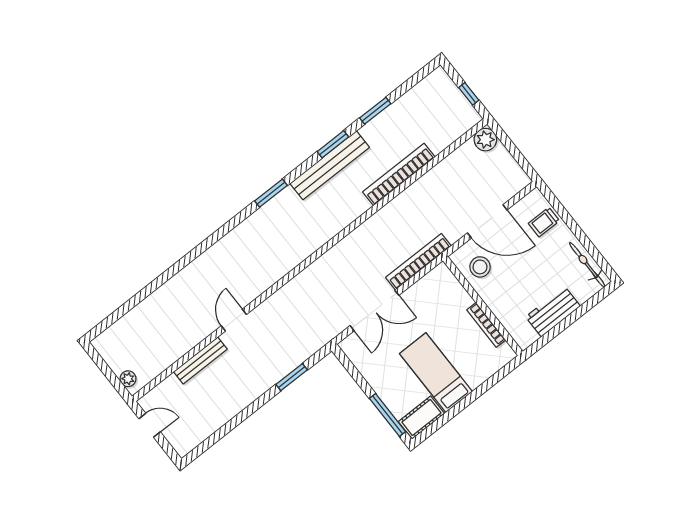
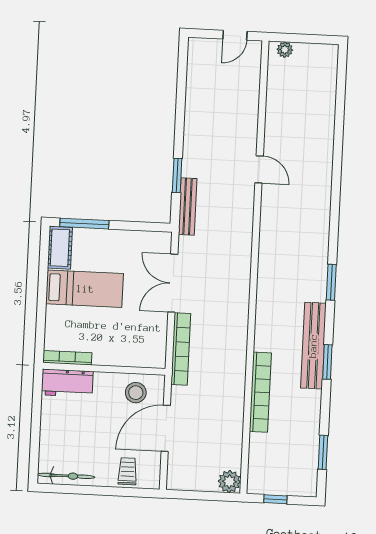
window: (375, 111) -> (323, 452), moved
workbench: (553, 312) -> (67, 383), moved, turned 90
bookcase: (486, 325) -> (67, 358), moved
bench: (200, 360) -> (188, 207), moved

